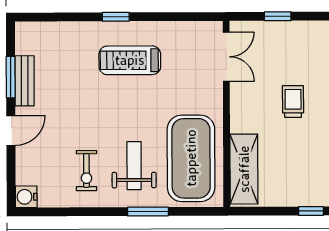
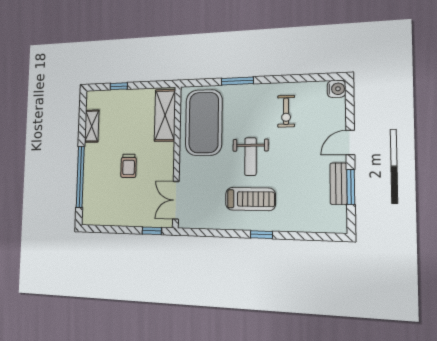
window: (278, 16) -> (152, 231), moved
weight bench: (134, 166) -> (250, 157), moved
exercise bike: (86, 171) -> (286, 111), turned 180

